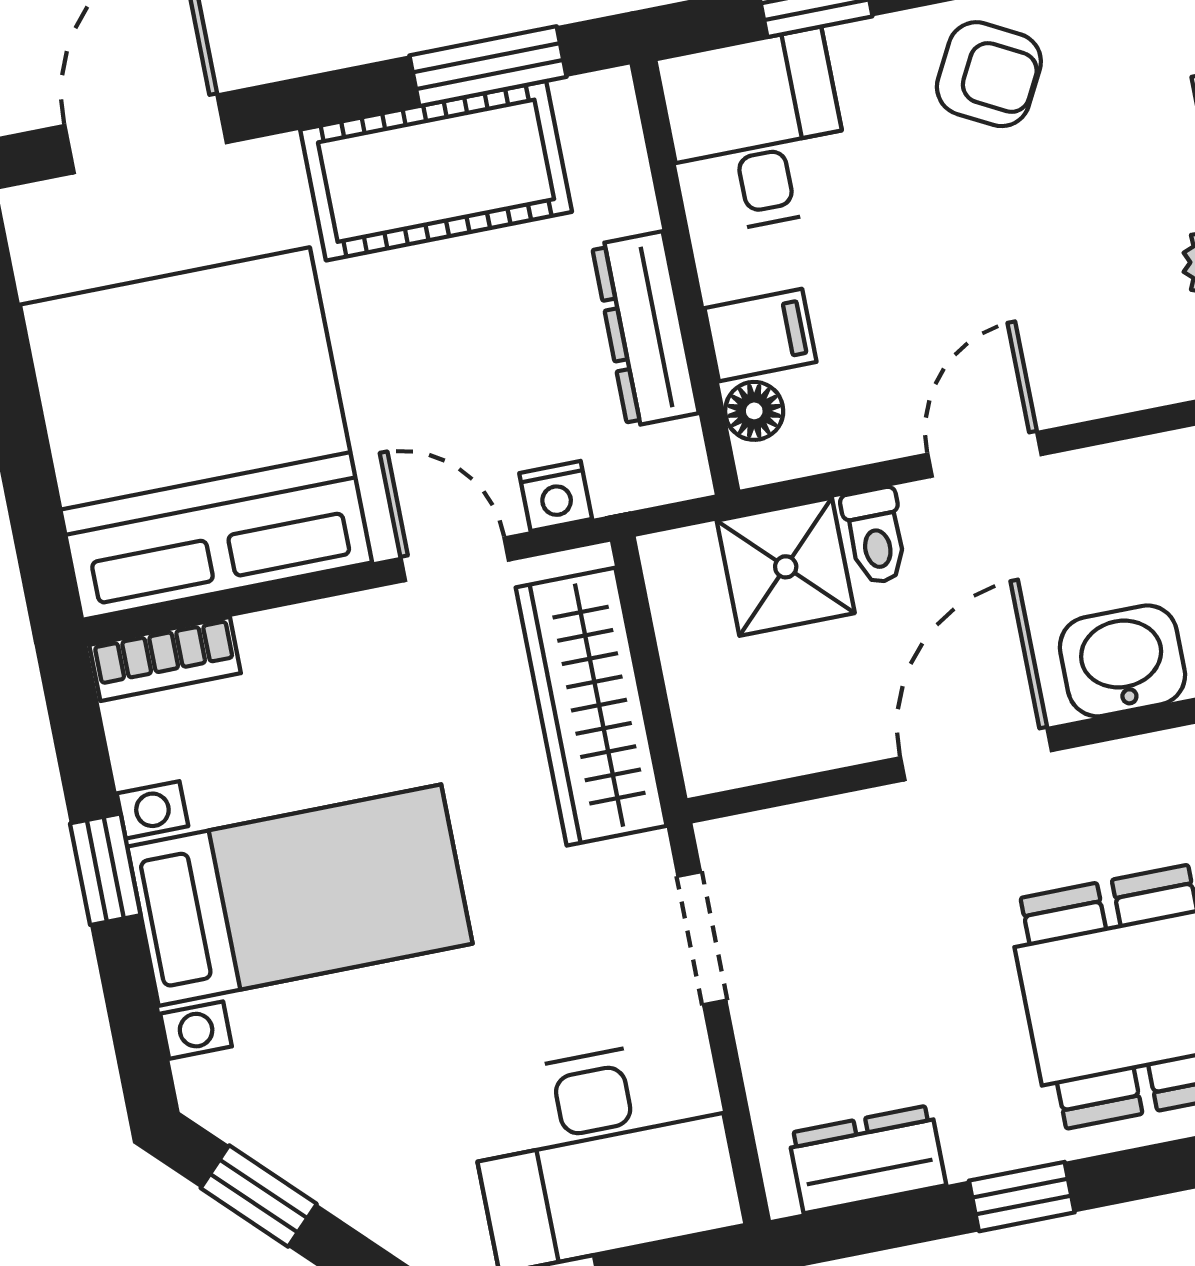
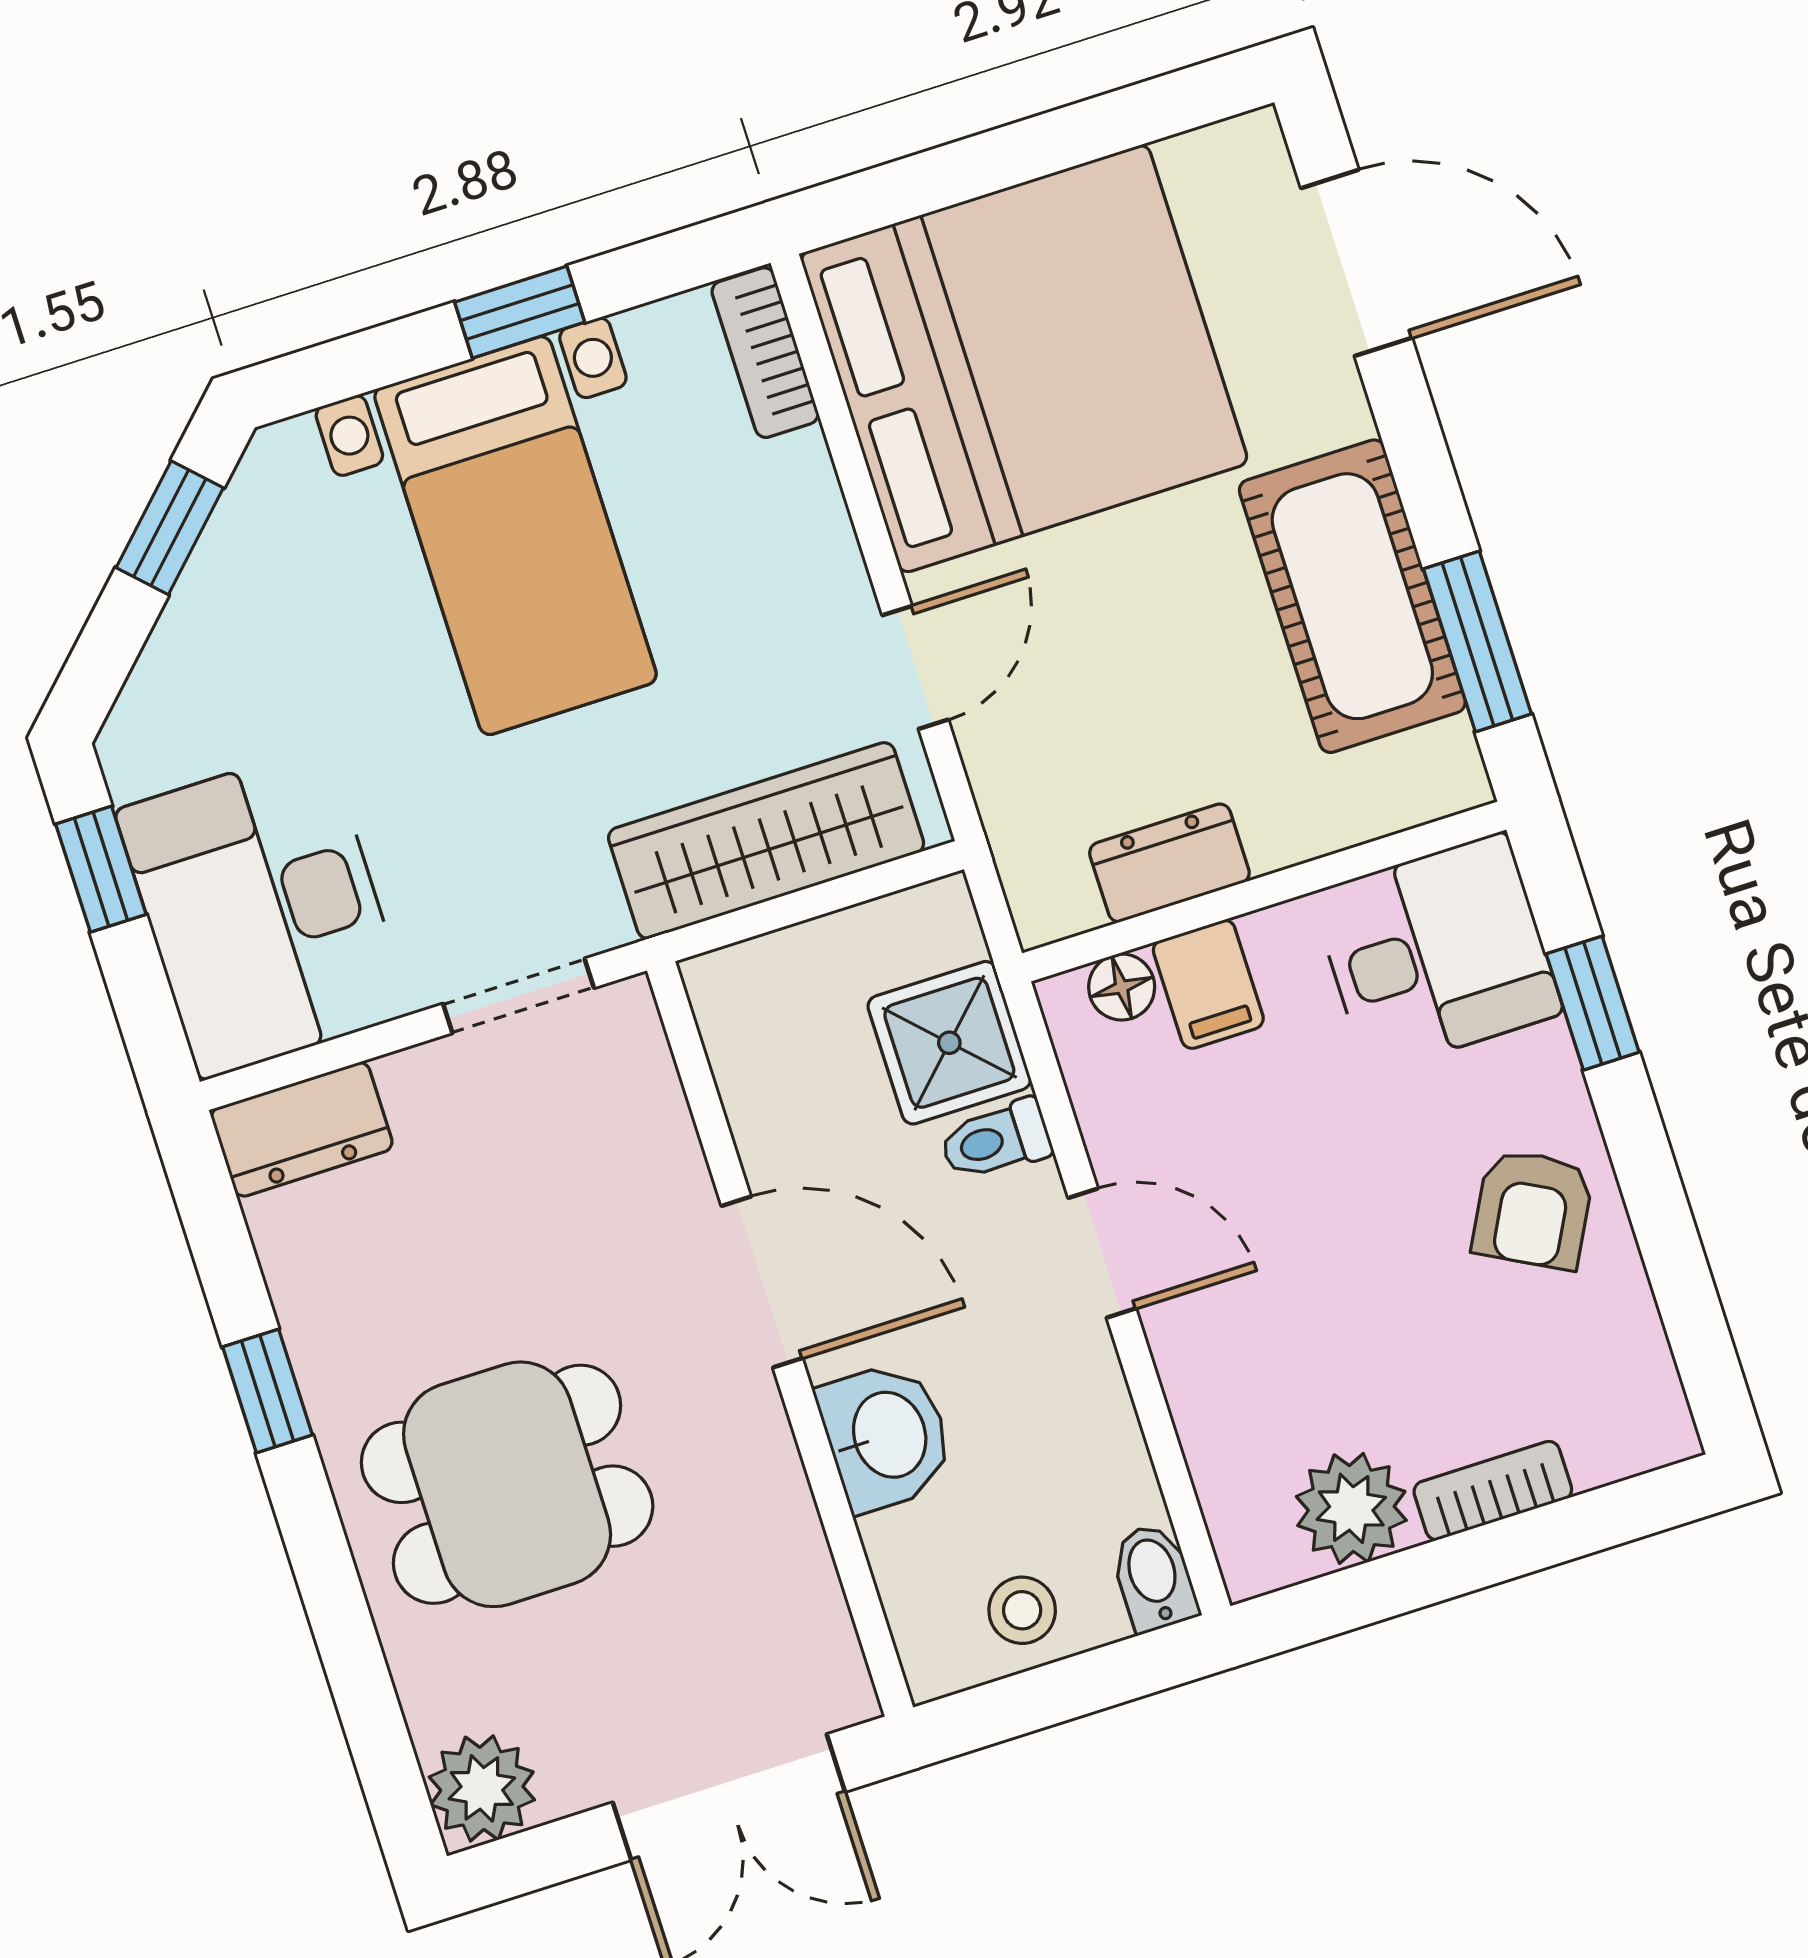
dresser: (645, 329) -> (1169, 863), width x0.70
nightstand: (556, 496) -> (1000, 773), removed
dresser: (867, 1159) -> (302, 1129), moved, turned 90

